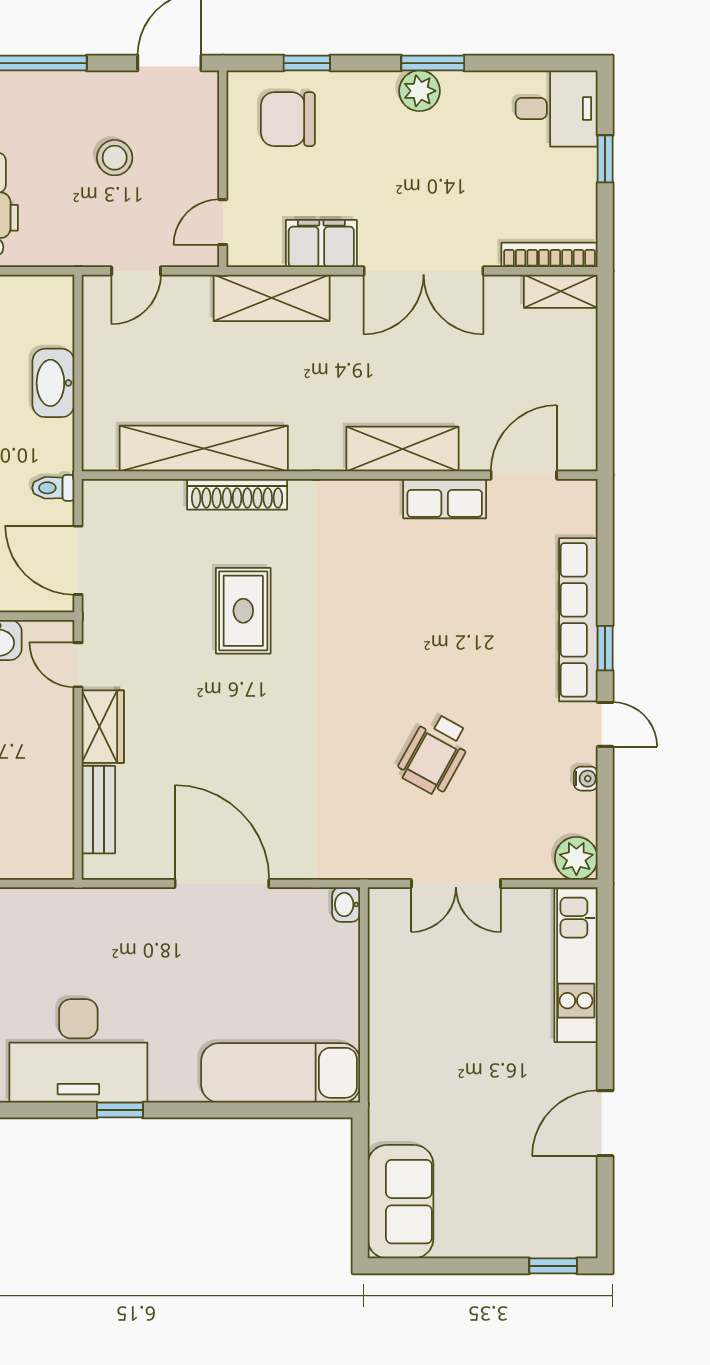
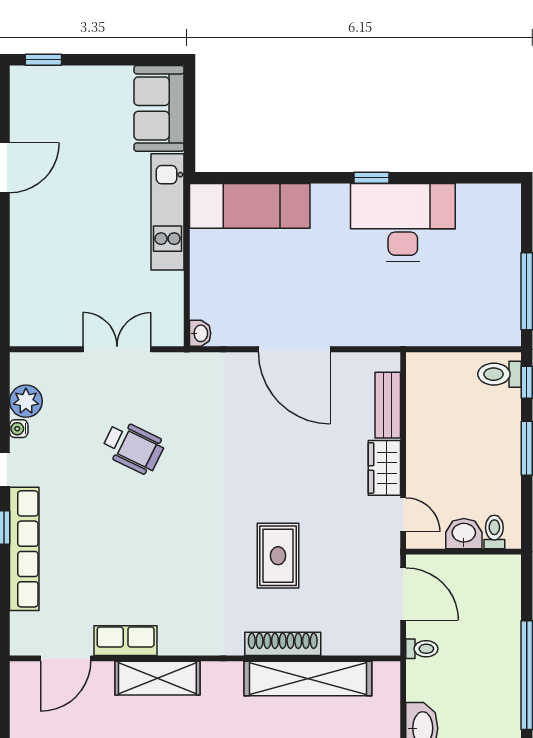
wheelchair: (435, 754) -> (133, 447), turned 87
plant: (576, 858) -> (26, 401), moved
kitchen unit: (576, 965) -> (168, 212), moved, turned 180

